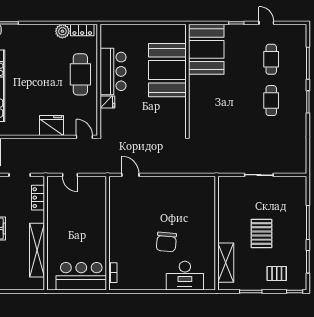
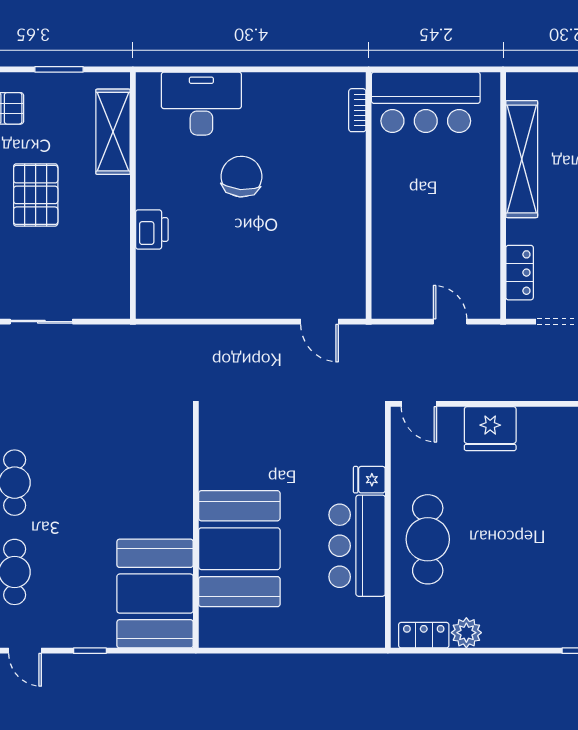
printer: (208, 218) -> (152, 230), added

